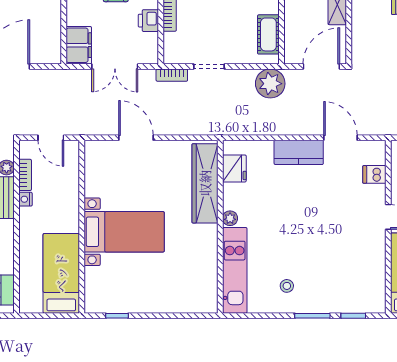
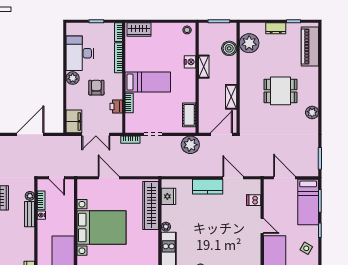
bed with nightstands: (124, 232) -> (101, 227), width x1.36

